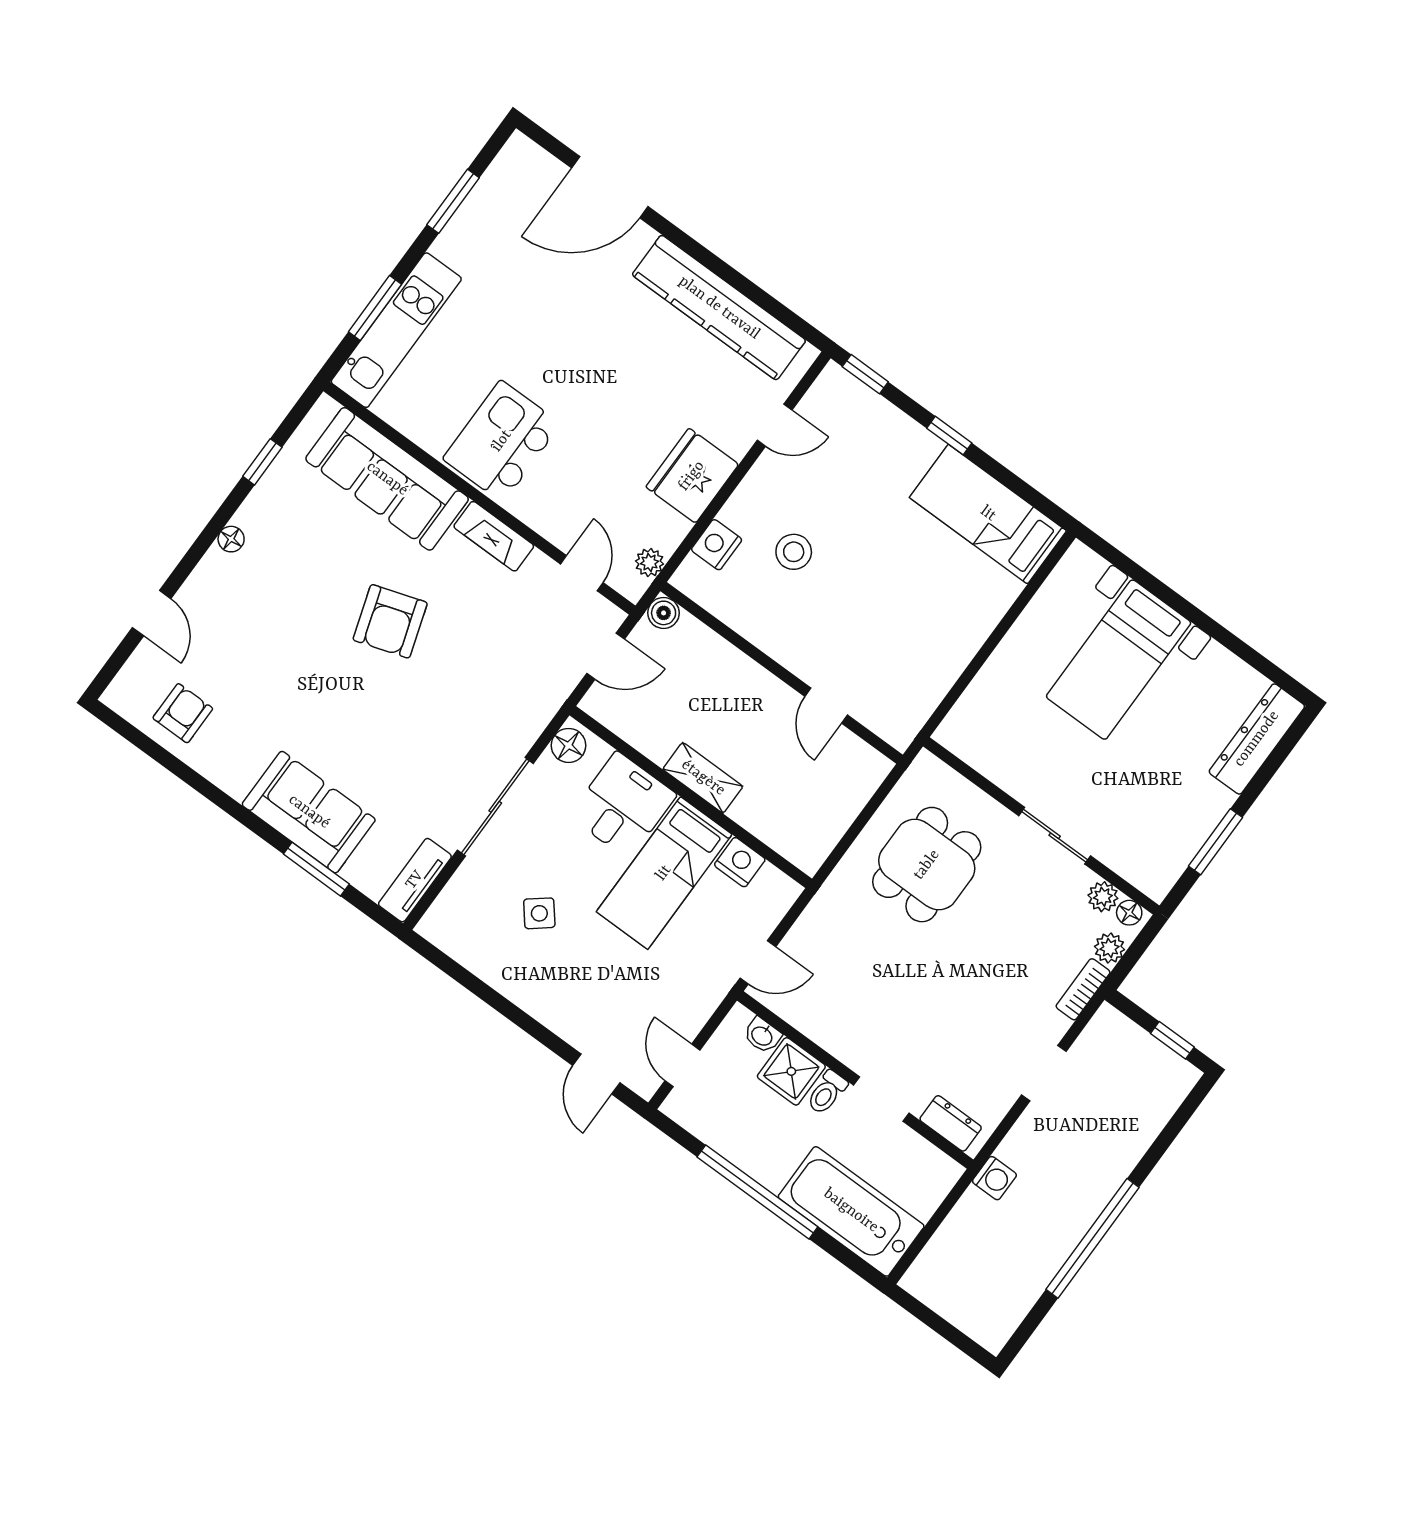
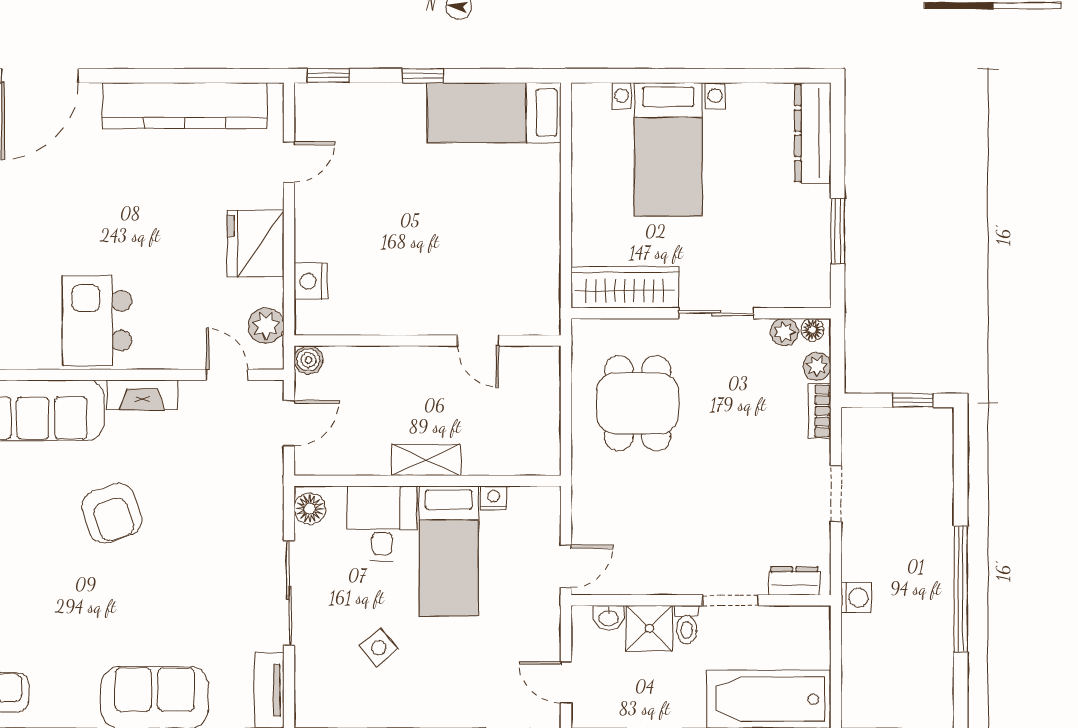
stool: (794, 552) -> (371, 245), removed
plant: (649, 562) -> (266, 326), width x1.38, depth x1.38
wardrobe: (991, 754) -> (625, 287), added
nightstand: (740, 862) -> (494, 498), width x0.72, depth x0.74

